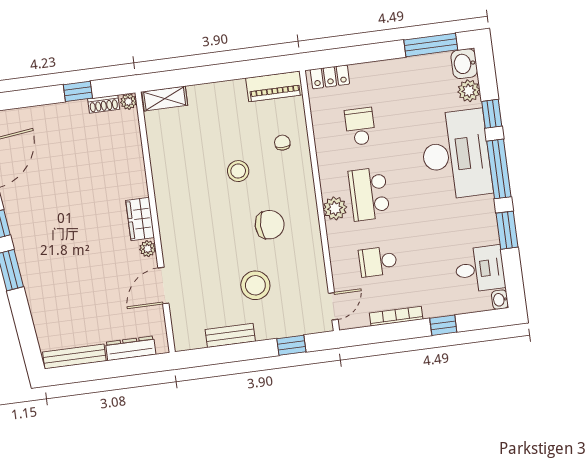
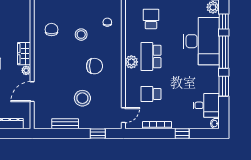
chair: (184, 169) -> (52, 30), added

